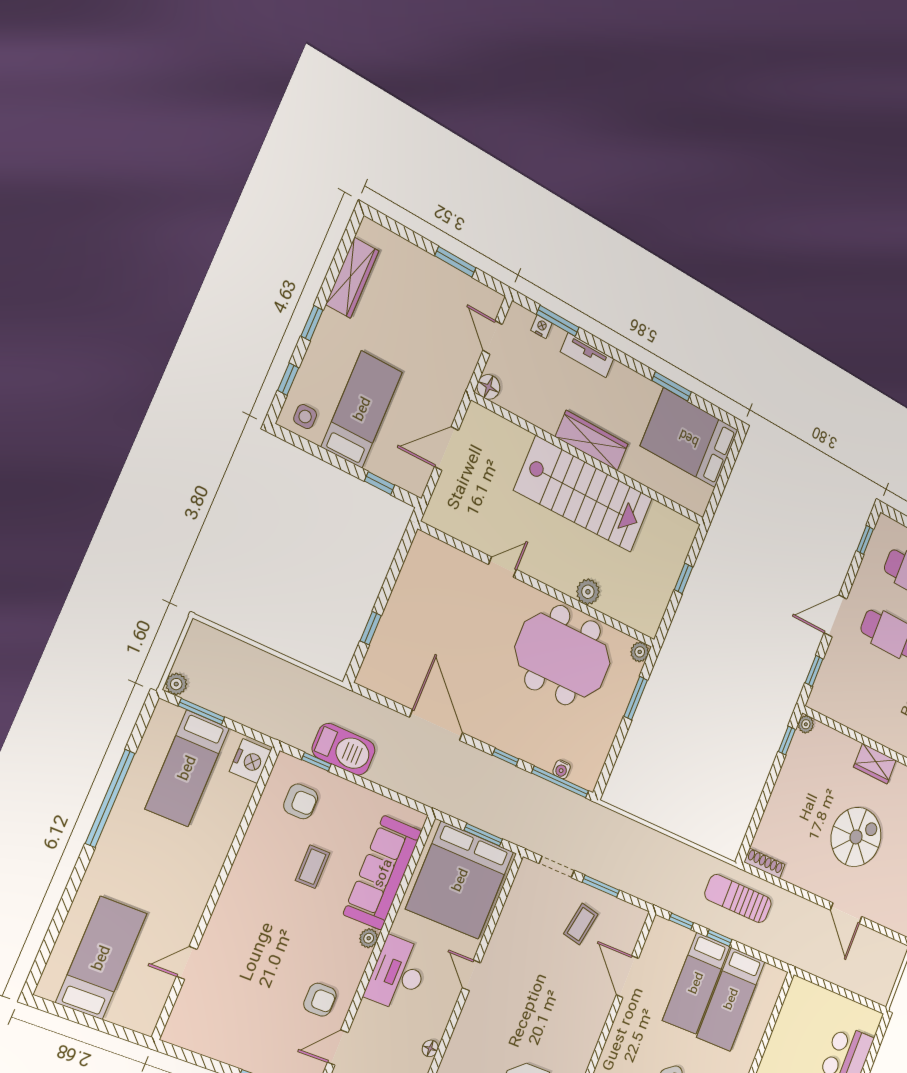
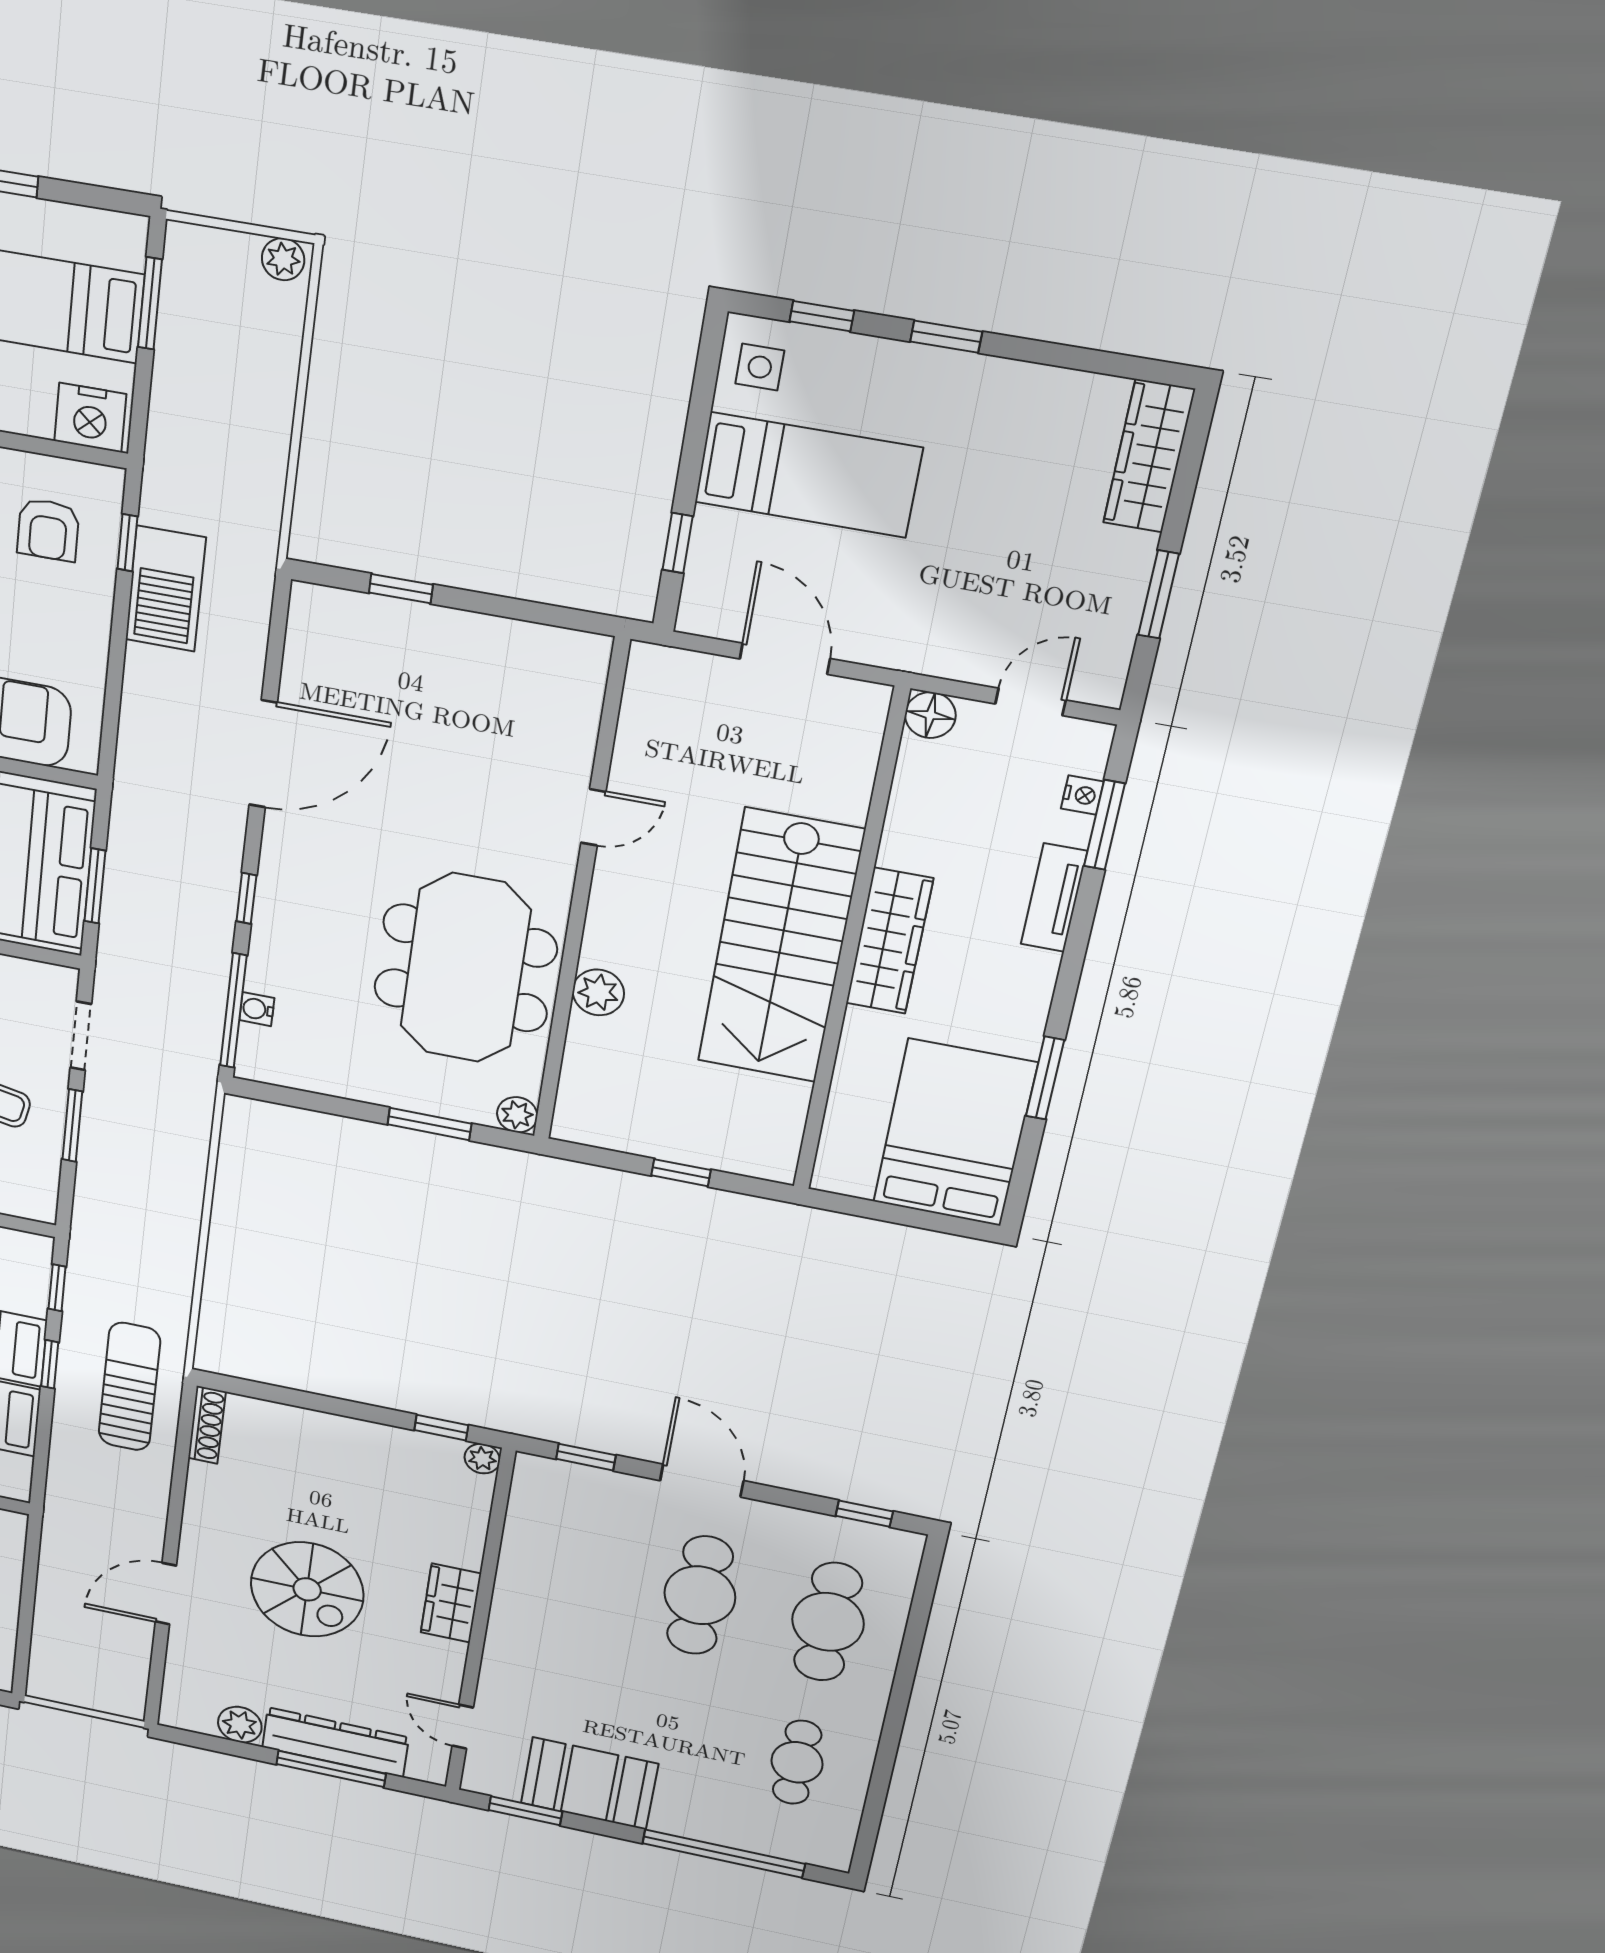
wardrobe: (352, 278) -> (1149, 456), moved, turned 90
door: (502, 567) -> (593, 817), hinge flipped
plant: (176, 684) -> (283, 259), moved

